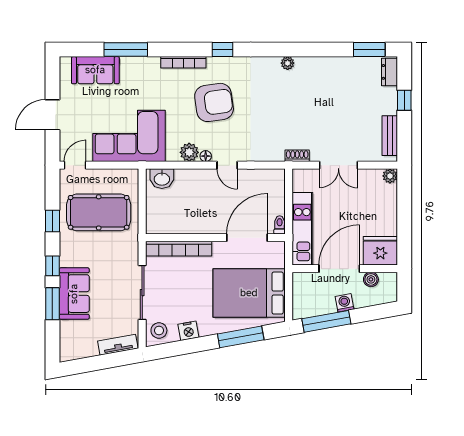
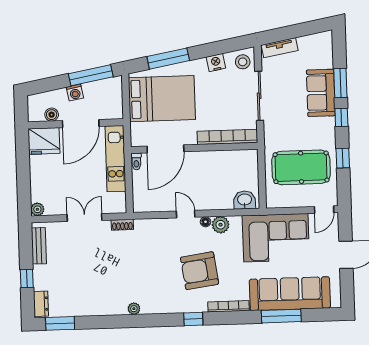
sofa: (95, 70) -> (290, 294), width x1.85, depth x1.27

